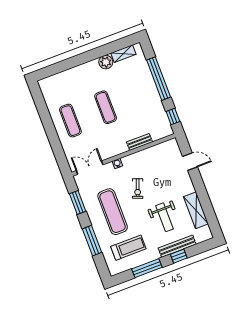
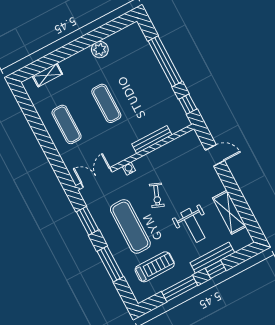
shelving: (123, 54) -> (47, 75), moved
bench: (139, 142) -> (152, 140), width x1.36

